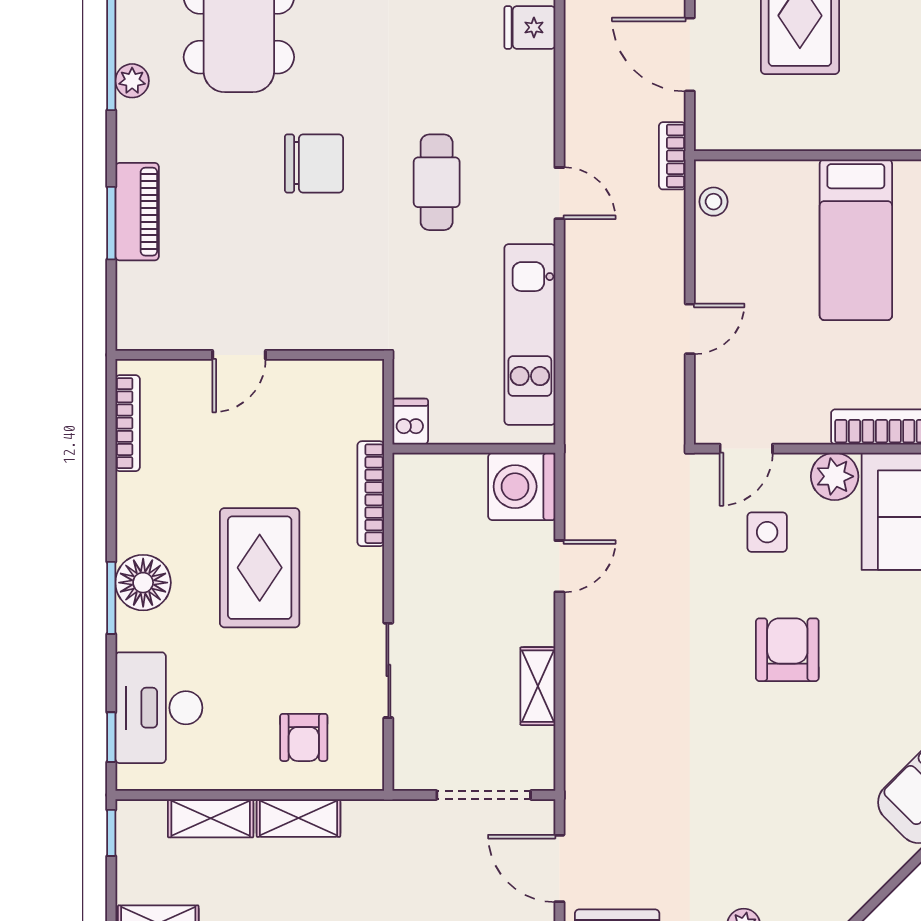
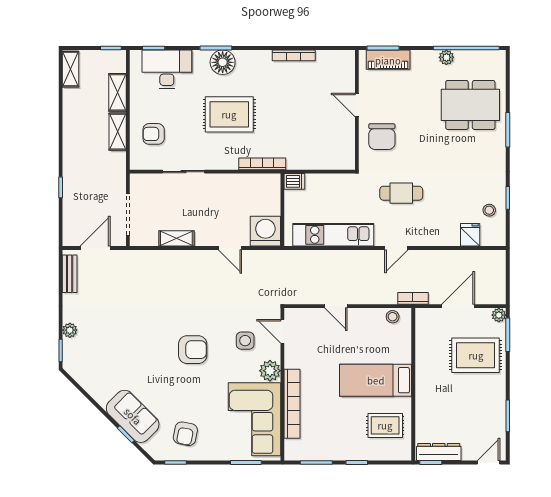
chair: (314, 163) -> (382, 137), moved
door: (239, 355) -> (357, 105), moved
wall: (250, 355) -> (357, 110), moved

